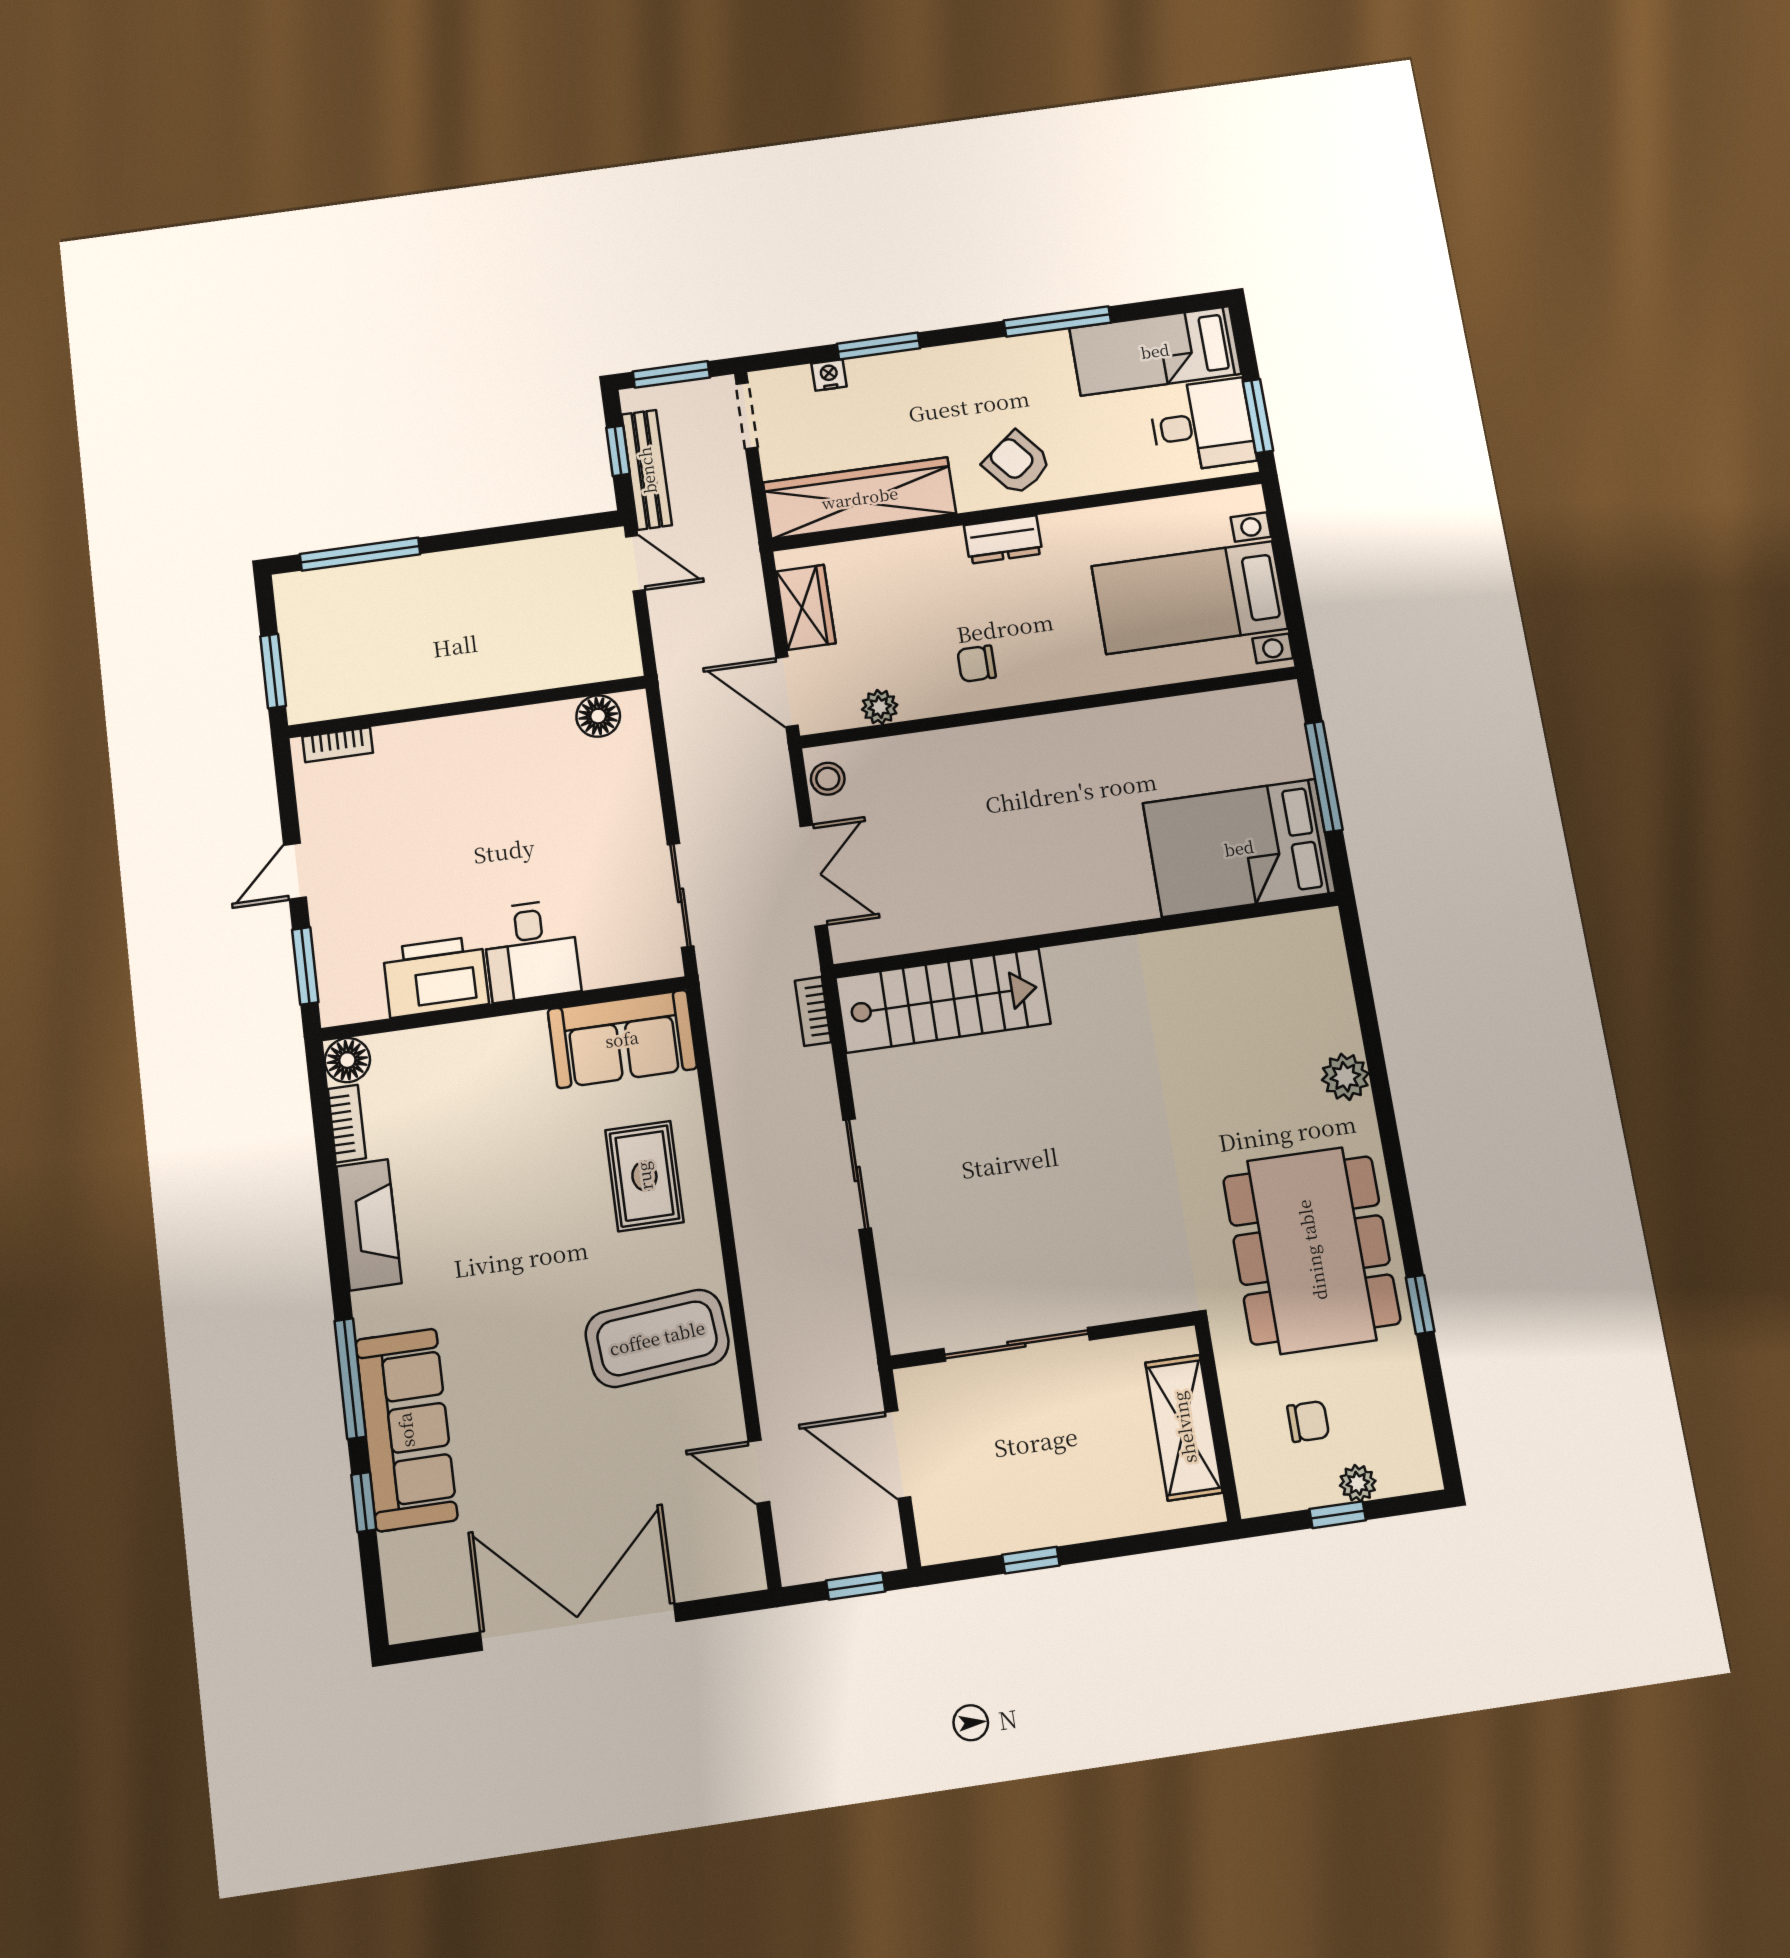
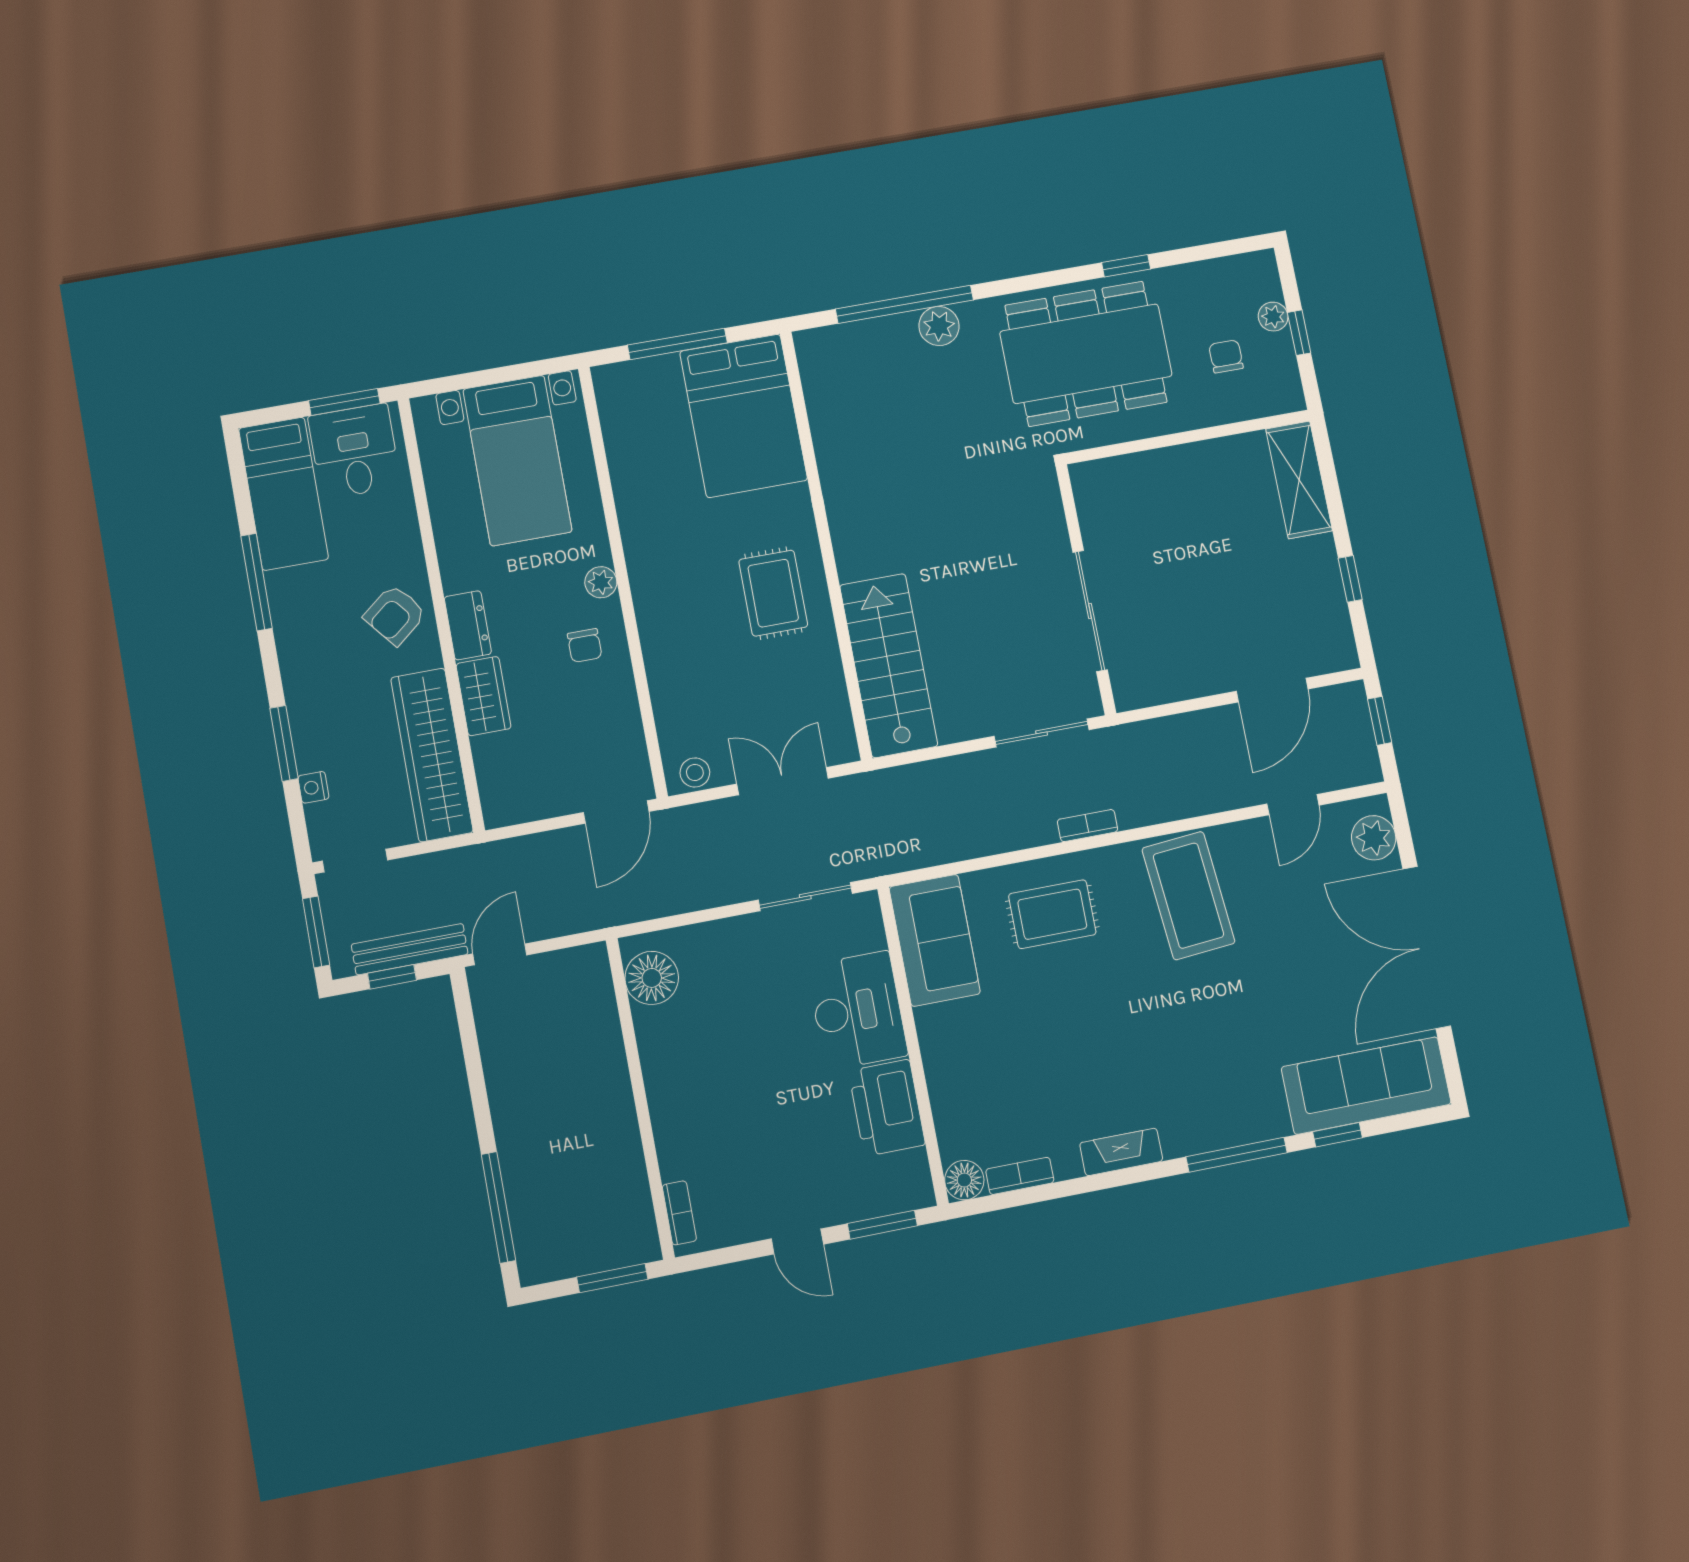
wardrobe: (806, 607) -> (484, 696), moved, turned 90
plant: (880, 707) -> (601, 582), moved
floor lamp: (598, 716) -> (652, 978), width x1.38, depth x1.38
rug: (1031, 873) -> (773, 593), added
desk: (531, 951) -> (857, 1010), width x1.37
bookcase: (813, 1011) -> (1087, 826), moved, turned 180
window: (1371, 1037) -> (904, 304), added
fireplace: (369, 1225) -> (1121, 1152), width x0.73, depth x0.76
wall: (1043, 1340) -> (1086, 589), moved
sliding door: (1016, 1344) -> (1090, 611), moved
shelving: (1184, 1427) -> (1299, 480), moved, turned 90
sofa: (406, 1430) -> (1366, 1086), moved
plant: (714, 1569) -> (1374, 838), added

